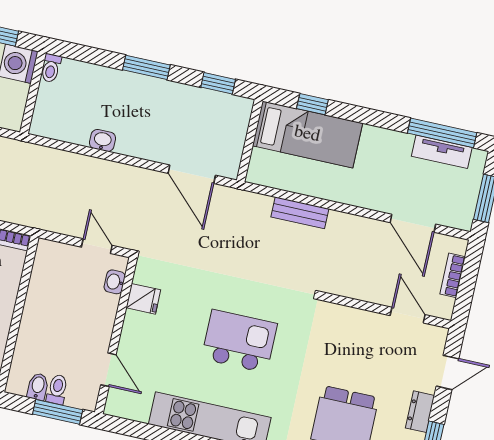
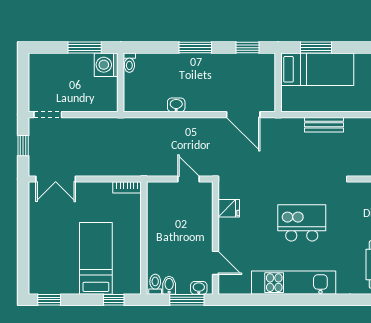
window: (312, 104) -> (316, 48), width x1.50
washbasin: (115, 282) -> (199, 288), moved, turned 90
toilet: (57, 389) -> (155, 284), moved

